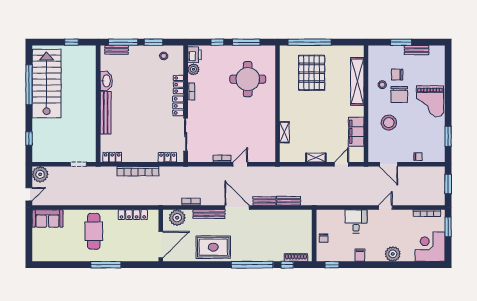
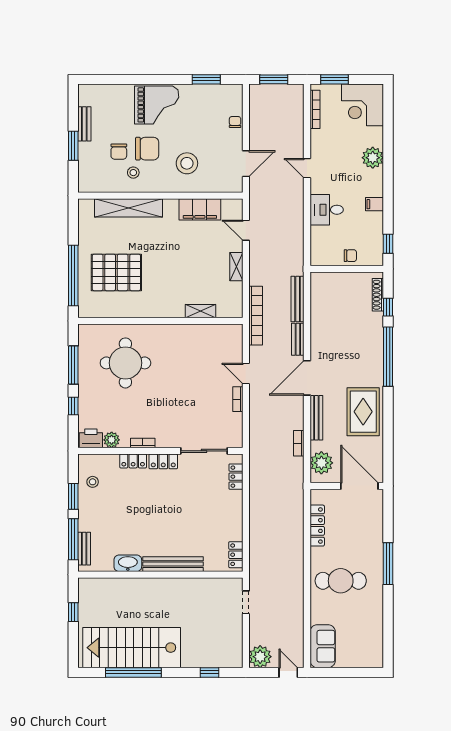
bookcase: (138, 171) -> (256, 316), moved
bench: (289, 201) -> (298, 299), width x1.36

